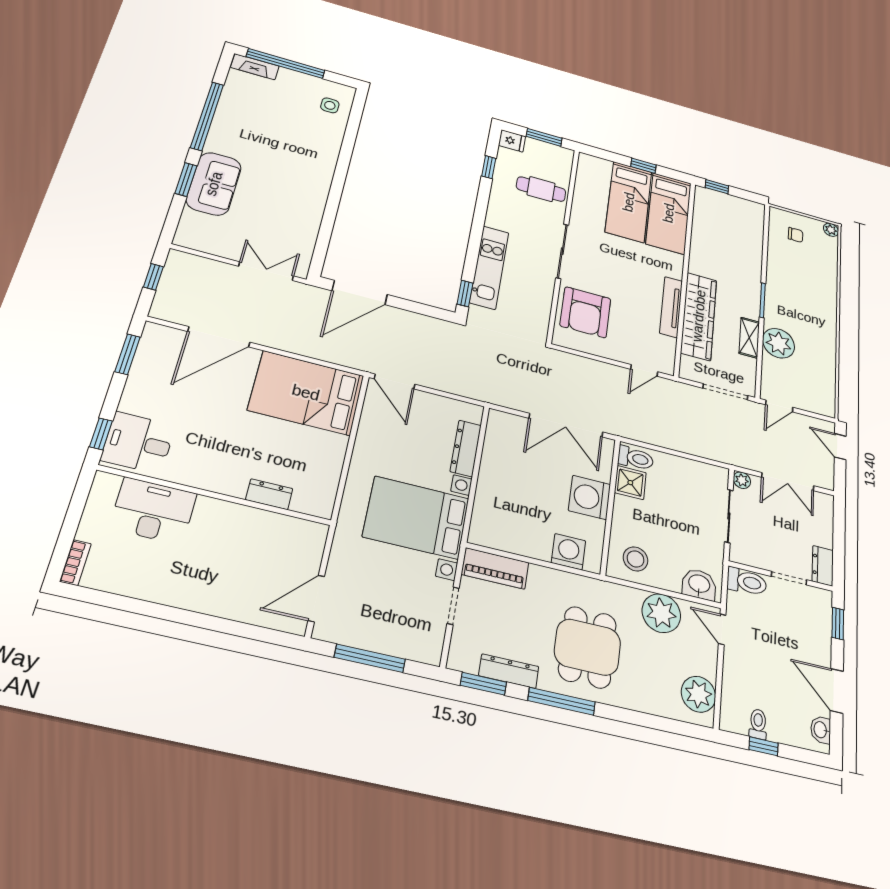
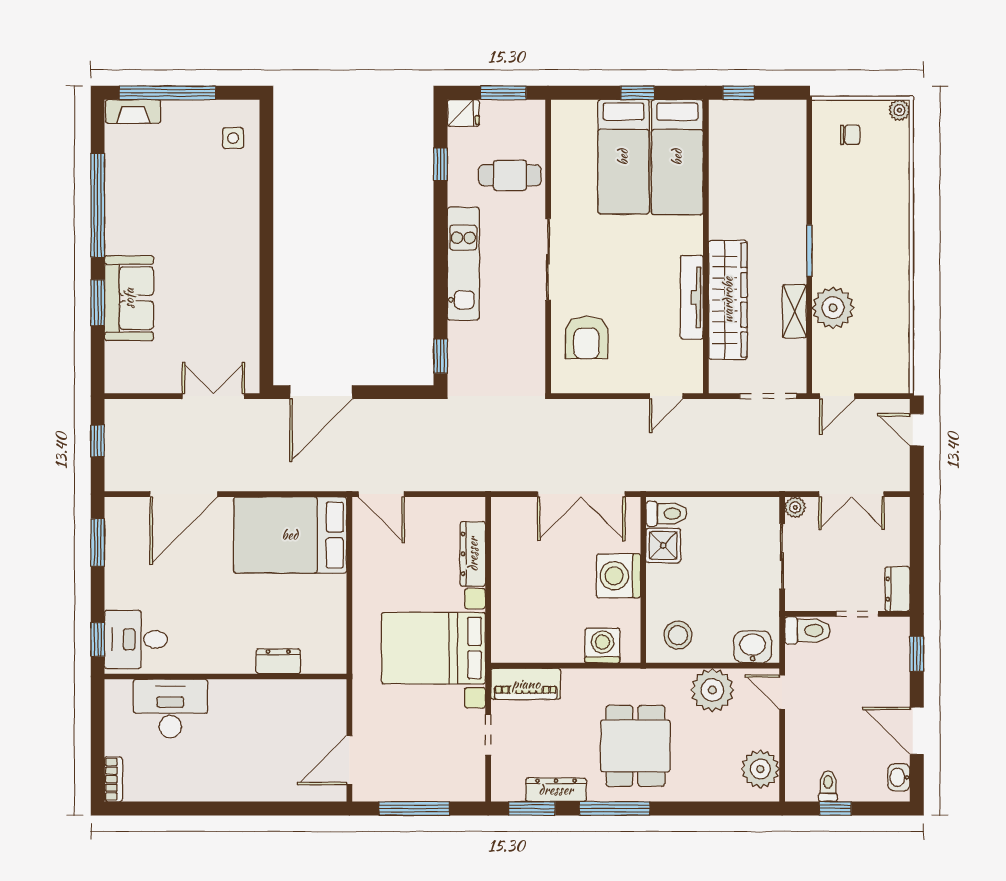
kitchen unit: (489, 267) -> (463, 264), moved
armchair: (585, 312) -> (587, 338), width x0.73, depth x0.73

